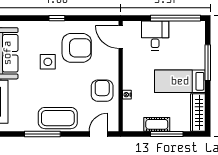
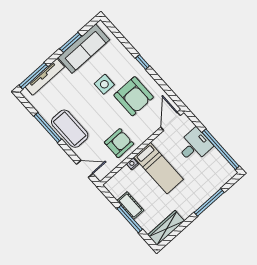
bed: (180, 81) -> (159, 168), moved, turned 180

